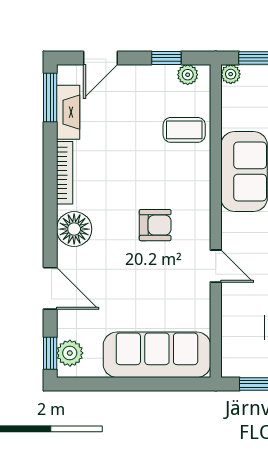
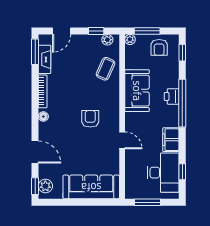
coffee table: (184, 130) -> (106, 69), turned -66
armchair: (155, 225) -> (90, 119), turned -90
floor lamp: (74, 229) -> (43, 117), width x0.53, depth x0.53

